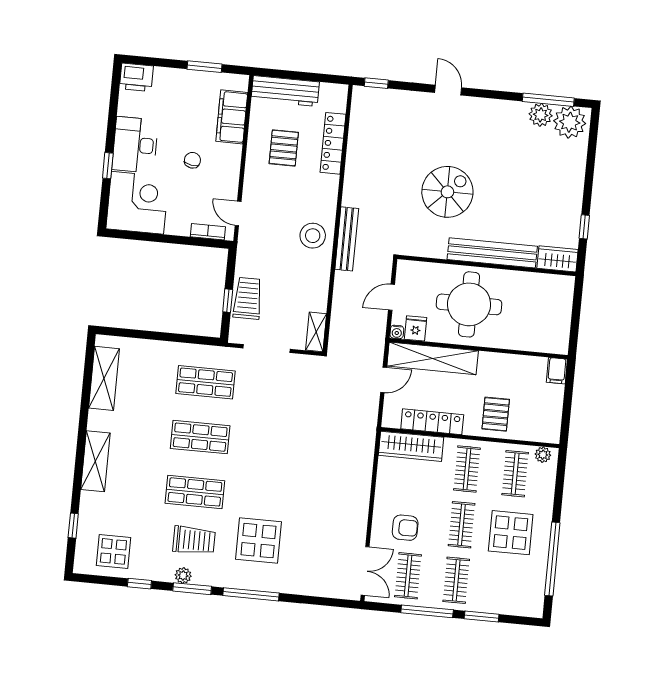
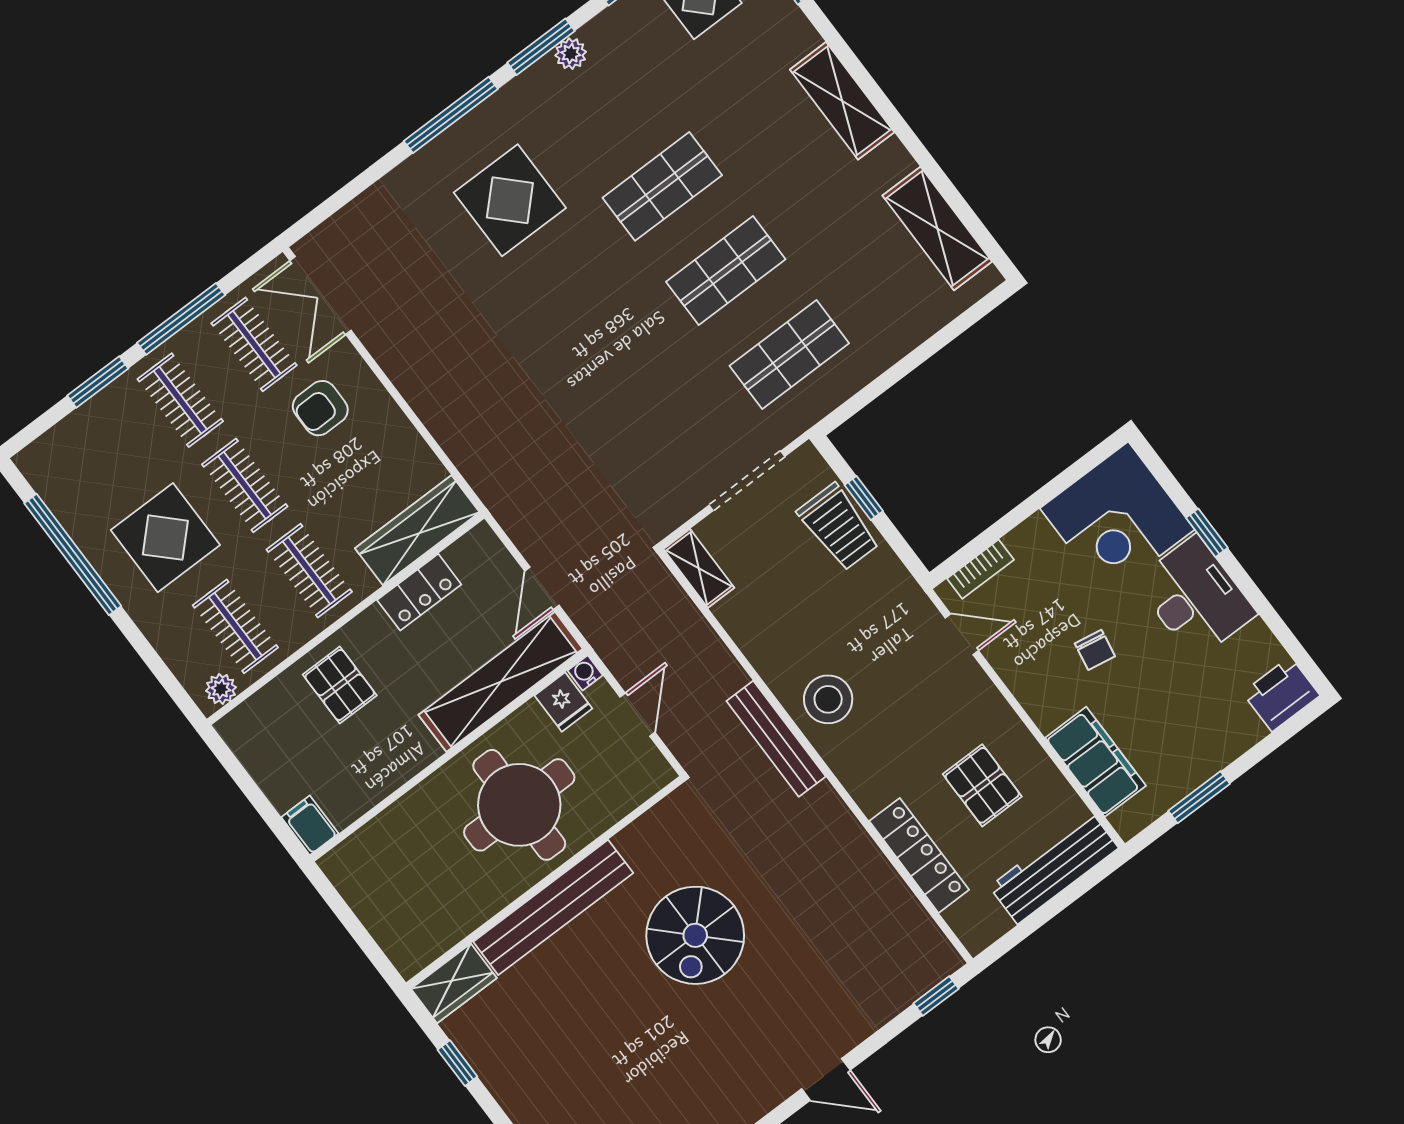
locker: (432, 422) -> (419, 592), width x0.66
trolley: (194, 540) -> (601, 117), removed

